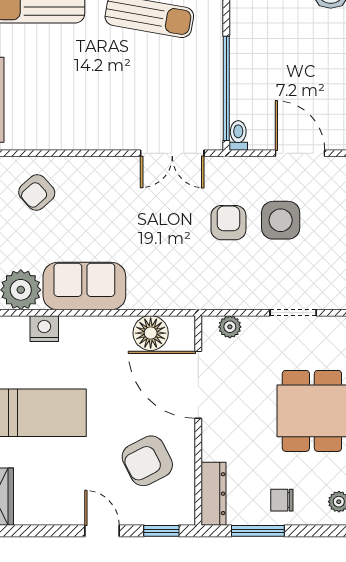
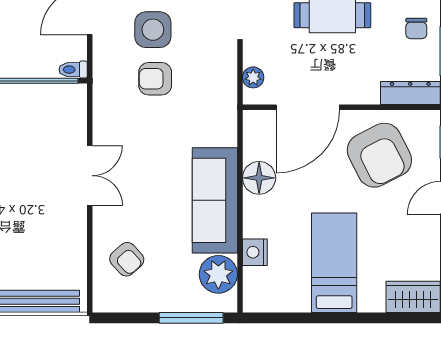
double door: (172, 153) -> (90, 176), moved
sofa: (84, 286) -> (215, 200), width x1.36
floor lamp: (151, 333) -> (259, 178), moved
armchair: (147, 461) -> (379, 155), width x1.36, depth x1.36

